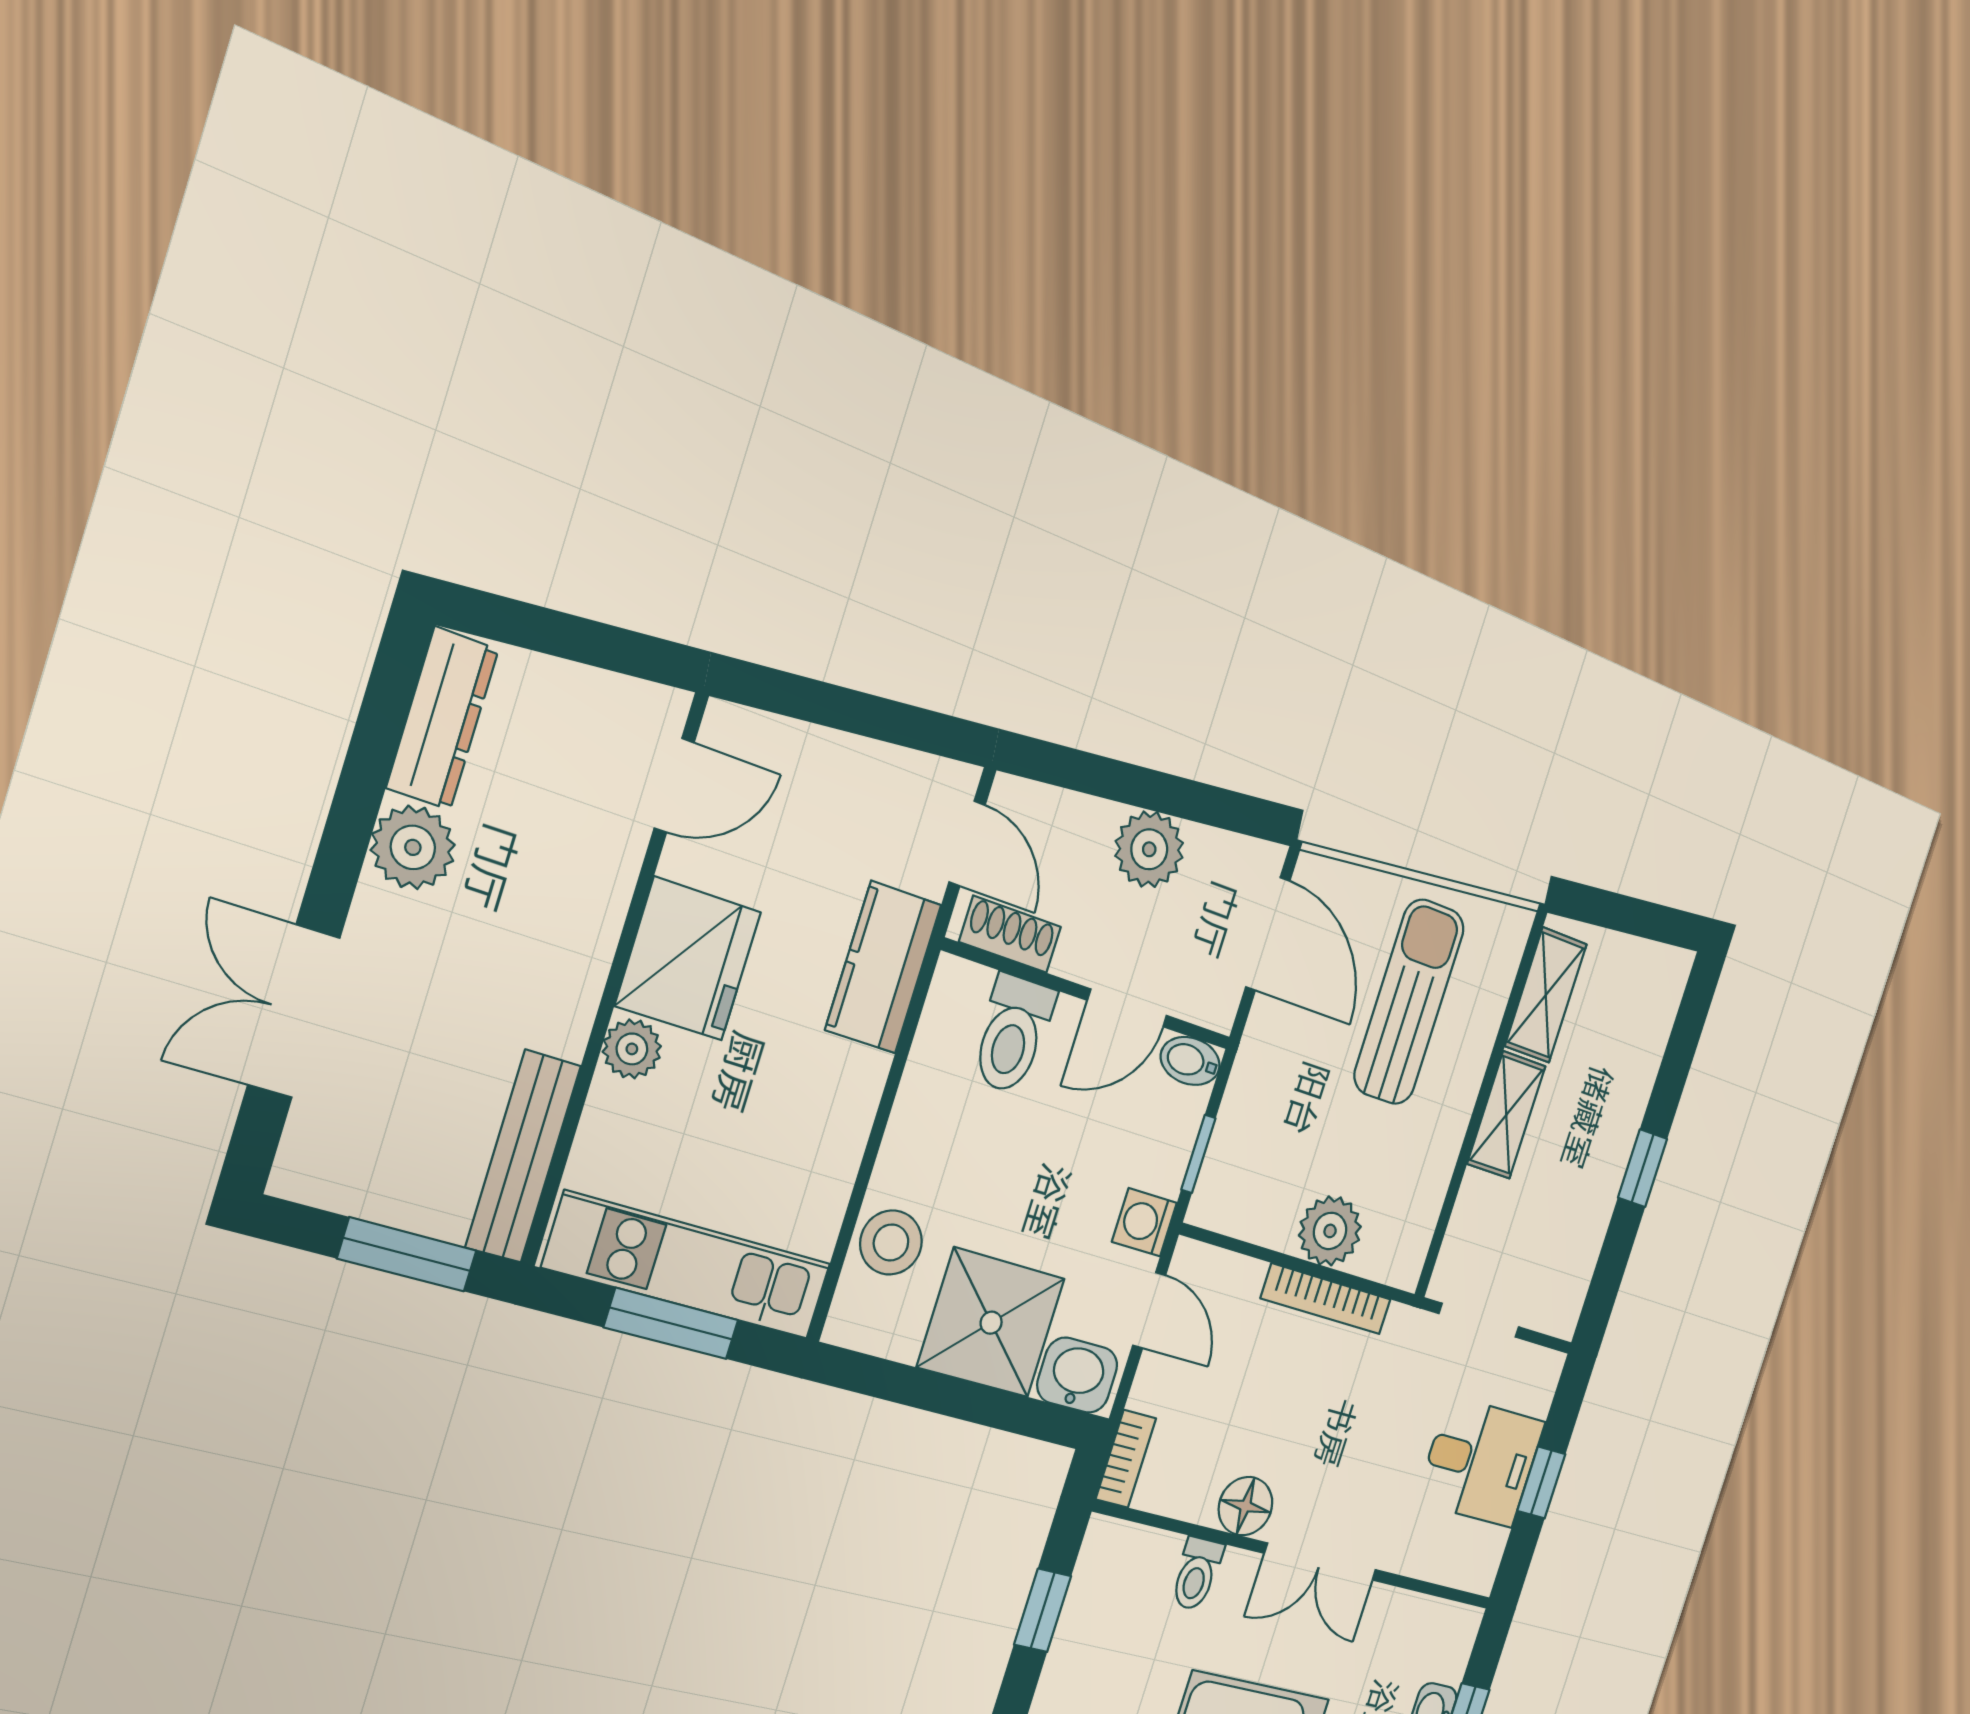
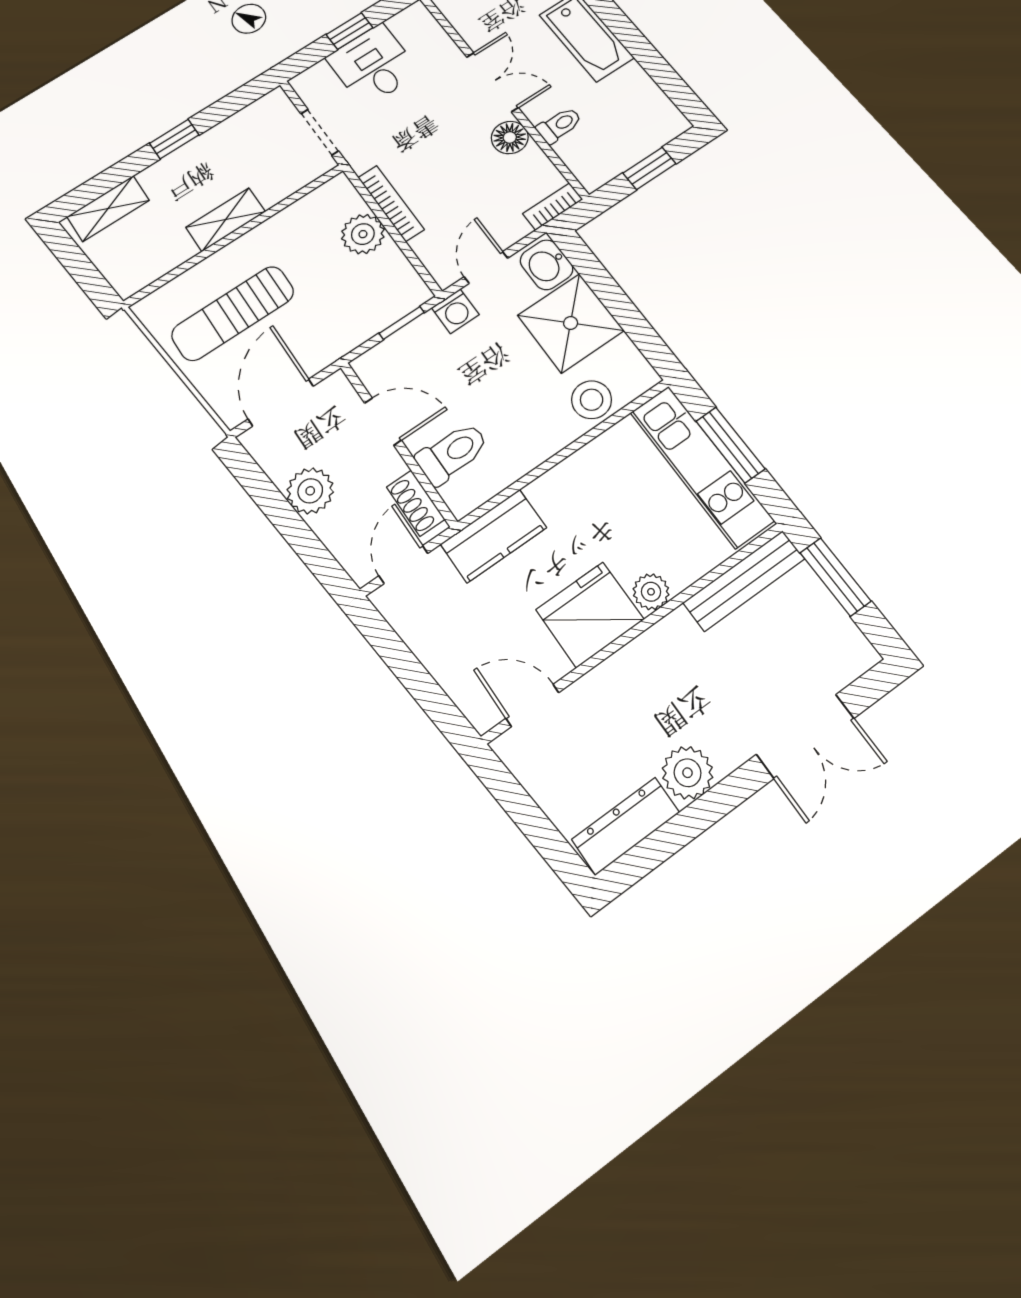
shelving: (1546, 995) -> (108, 208), moved
bidet: (1190, 1061) -> (370, 371), removed

